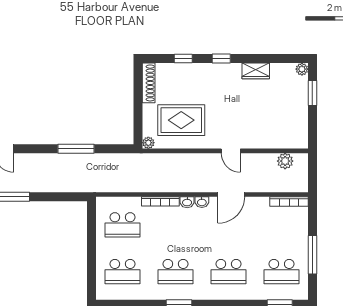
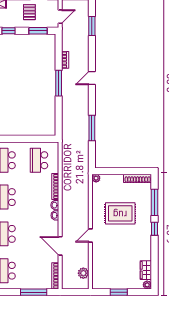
window: (183, 59) -> (155, 202), width x2.17
wardrobe: (256, 71) -> (146, 270), moved
window: (312, 93) -> (119, 292), moved
rug: (181, 120) -> (120, 213), moved, turned 90
door: (231, 194) -> (60, 246), moved
window: (312, 255) -> (34, 292), moved

